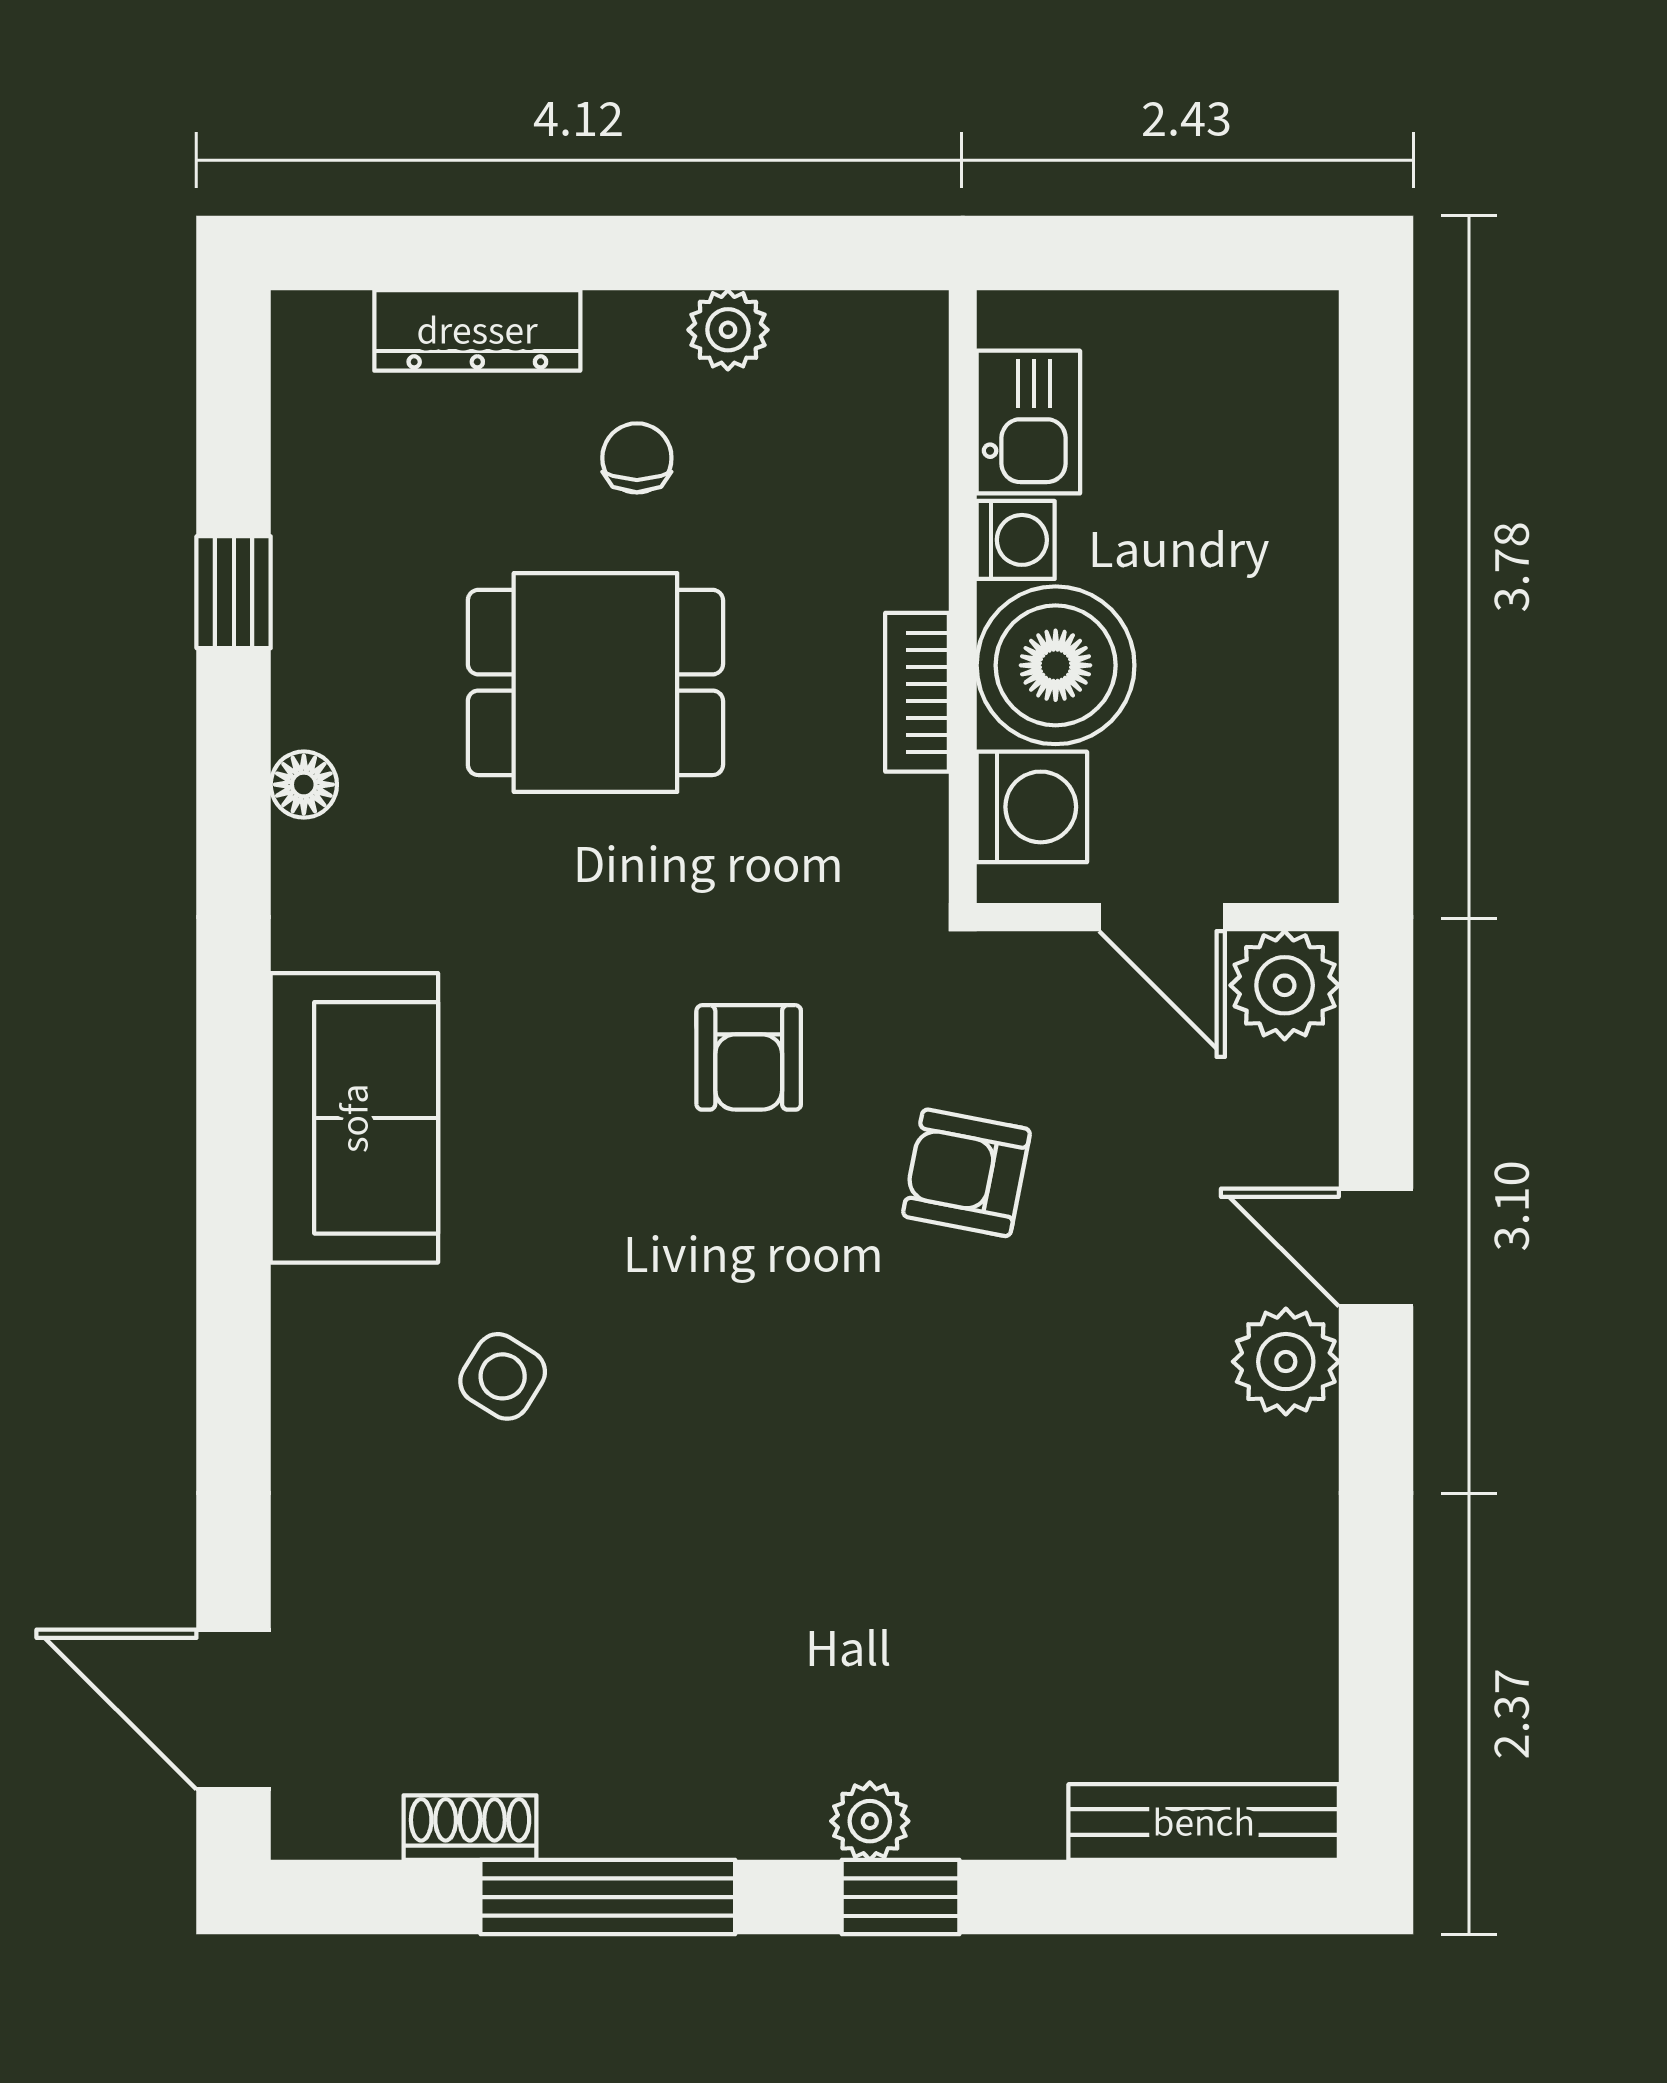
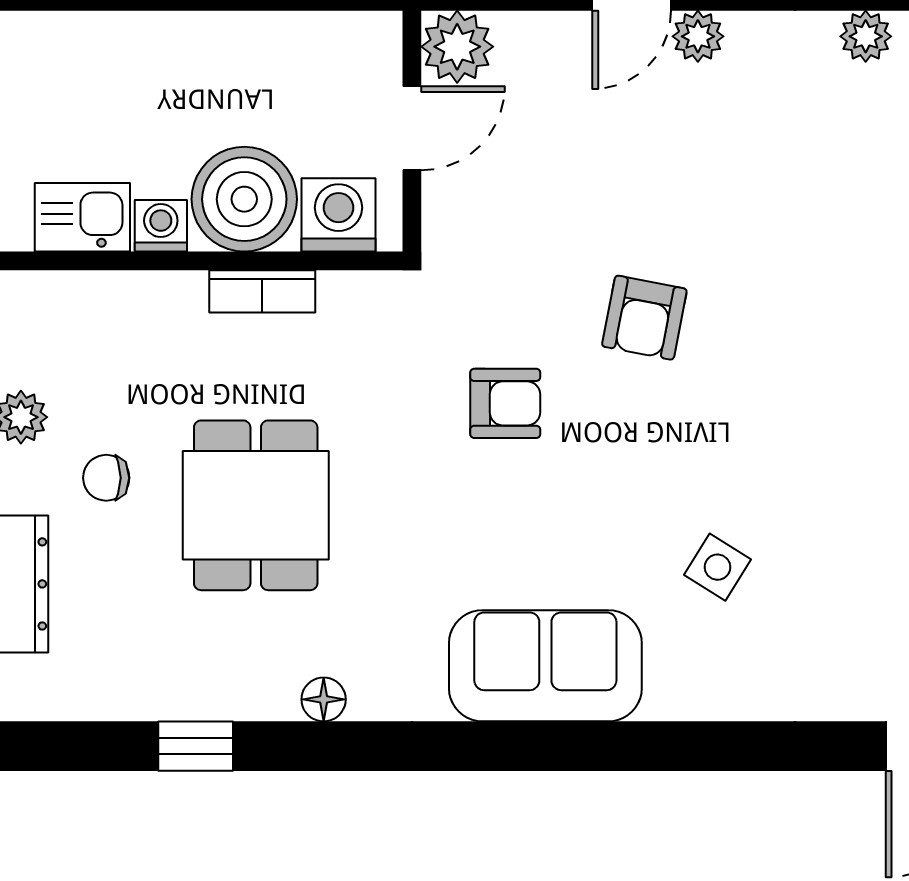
armchair: (966, 1173) -> (644, 318), moved
plant: (1286, 1362) -> (698, 36), width x0.73, depth x0.73
plant: (1300, 1599) -> (866, 36), added

